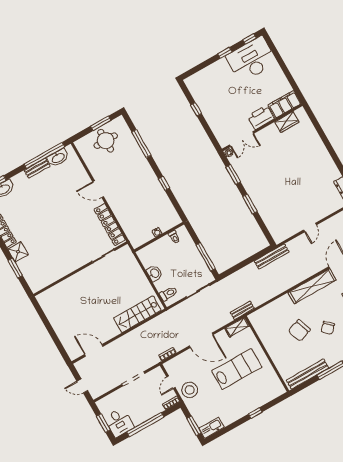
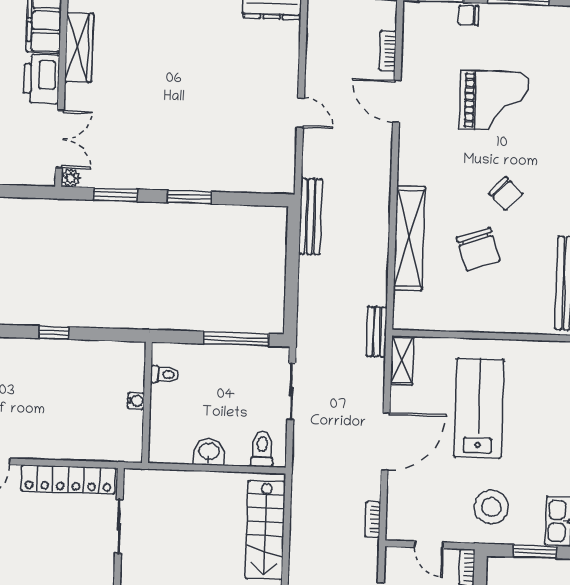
wardrobe: (287, 122) -> (79, 48), width x1.50
shelving: (312, 286) -> (409, 238), moved
stool: (190, 390) -> (491, 507), moved

